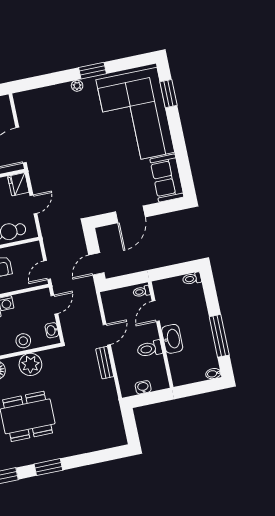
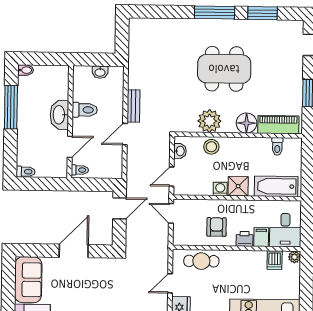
door: (47, 270) -> (171, 213), swing flipped
window: (48, 467) -> (215, 12), width x1.44

